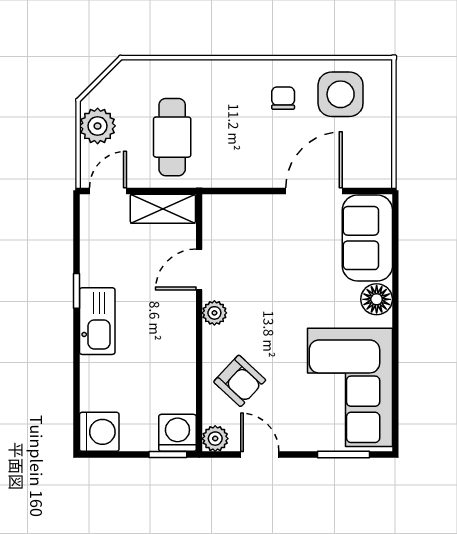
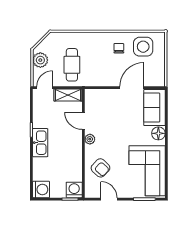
door: (199, 270) -> (83, 121), hinge flipped
plant: (215, 439) -> (90, 192), removed

